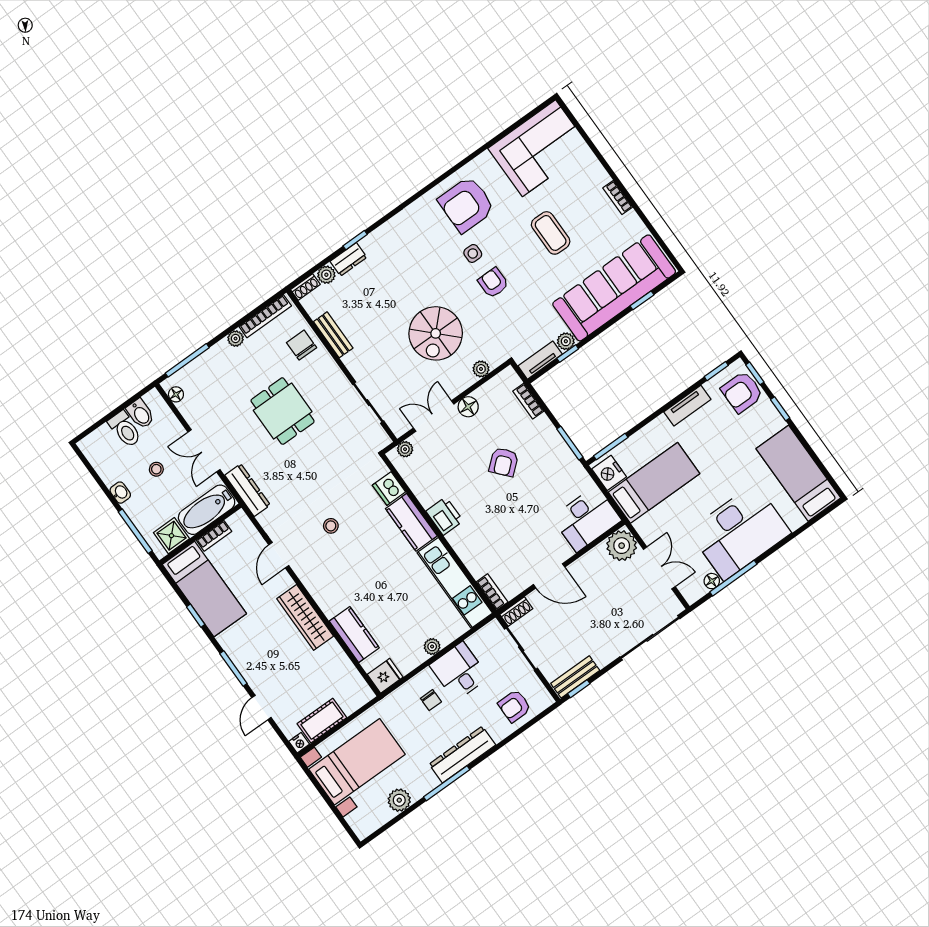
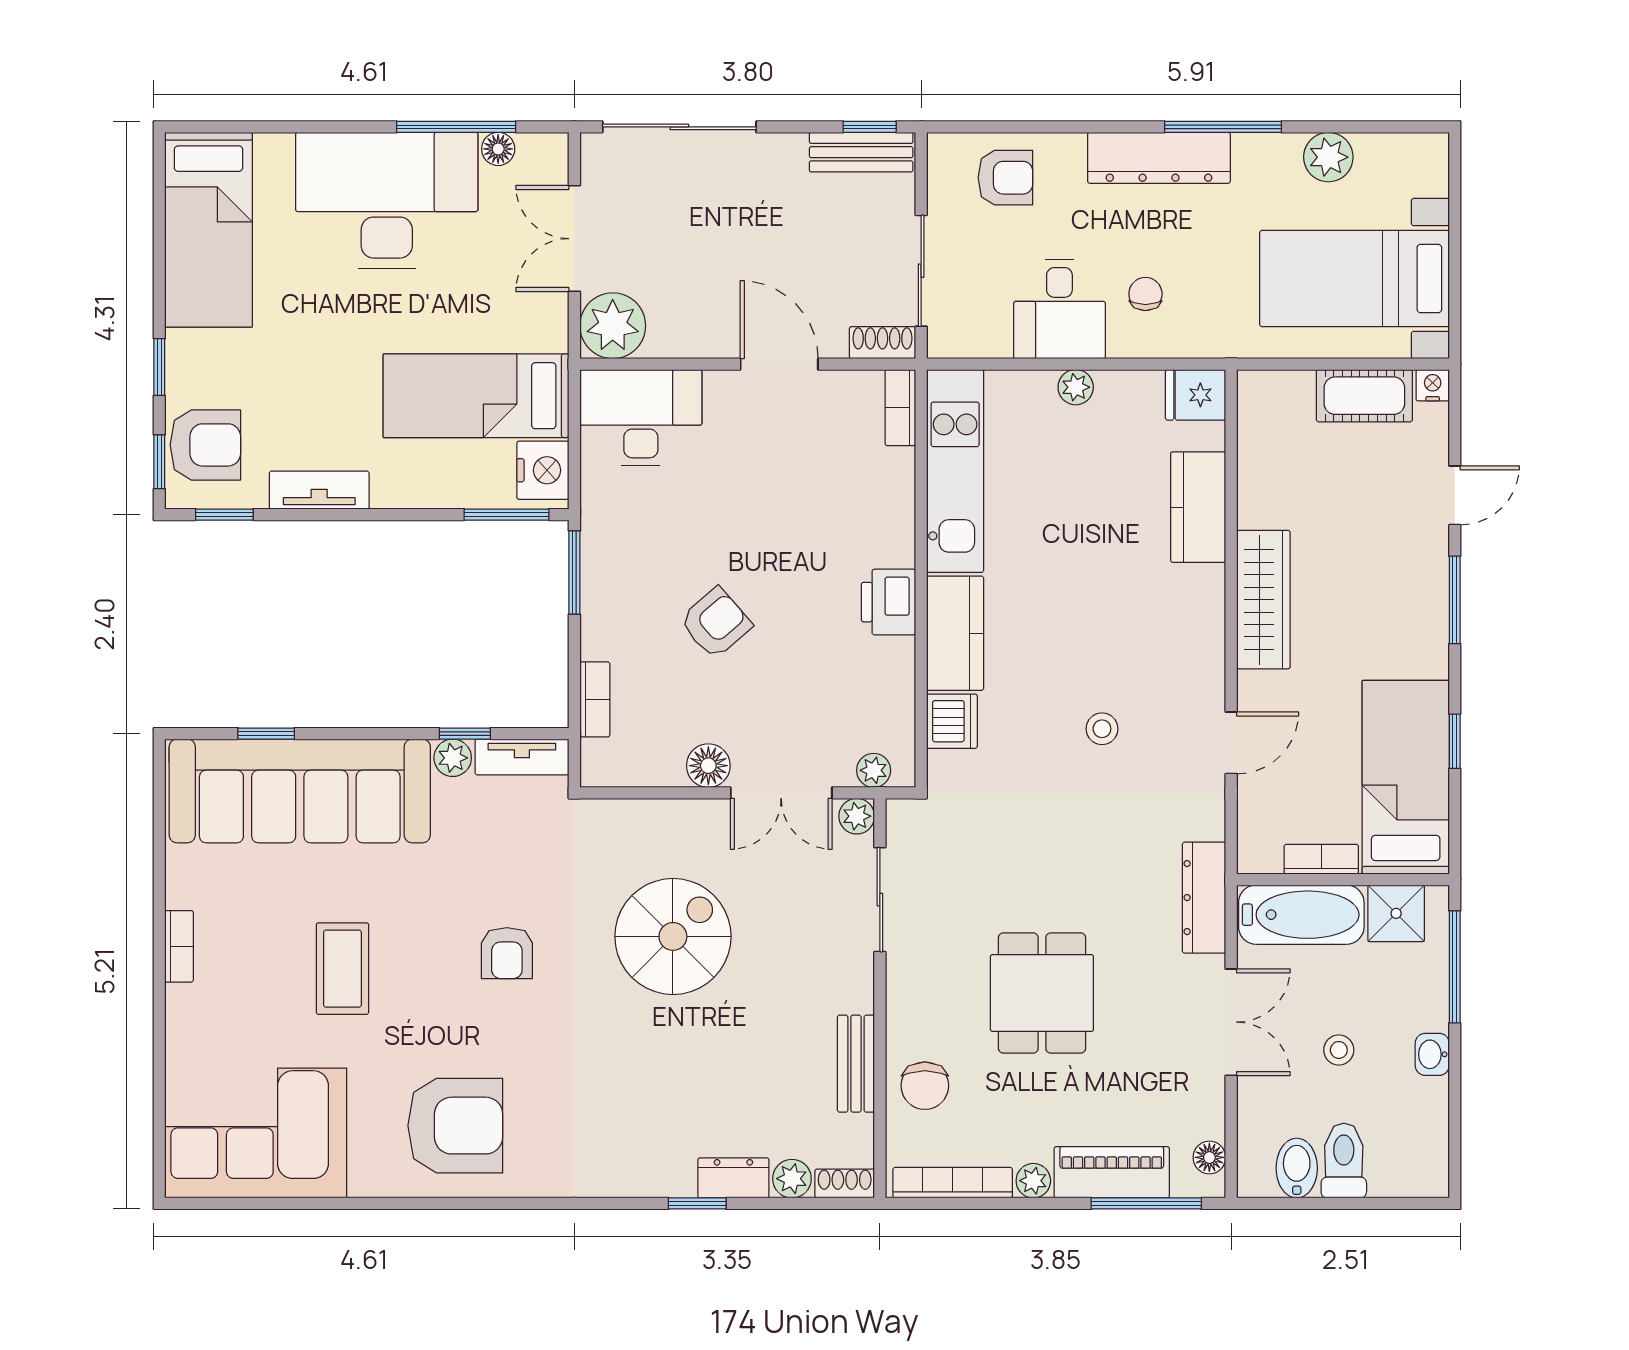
side table: (473, 253) -> (506, 1031), removed
piano: (208, 363) -> (1112, 1172), added
plant: (481, 369) -> (857, 816), moved

